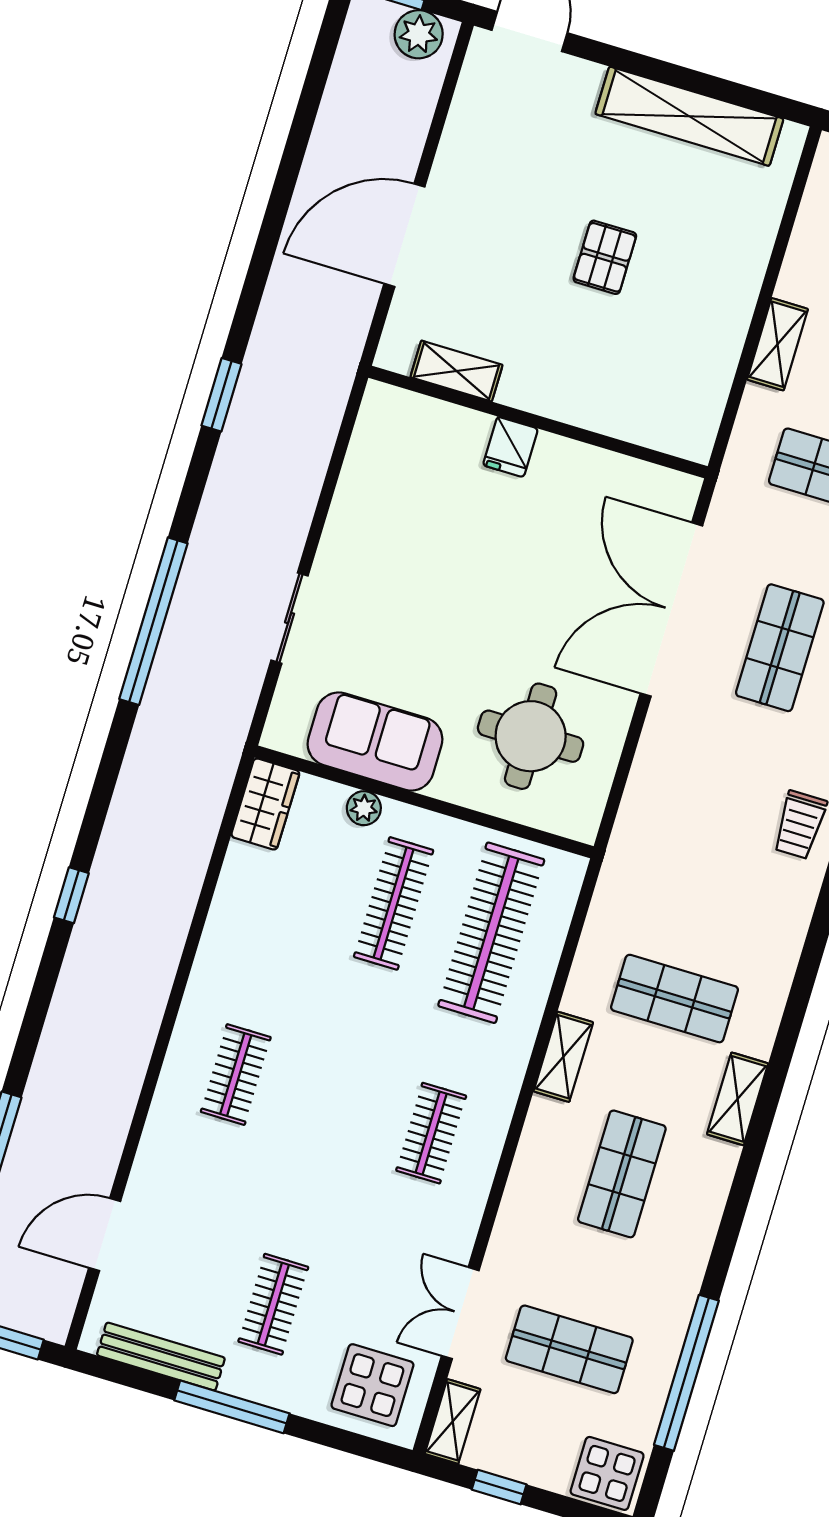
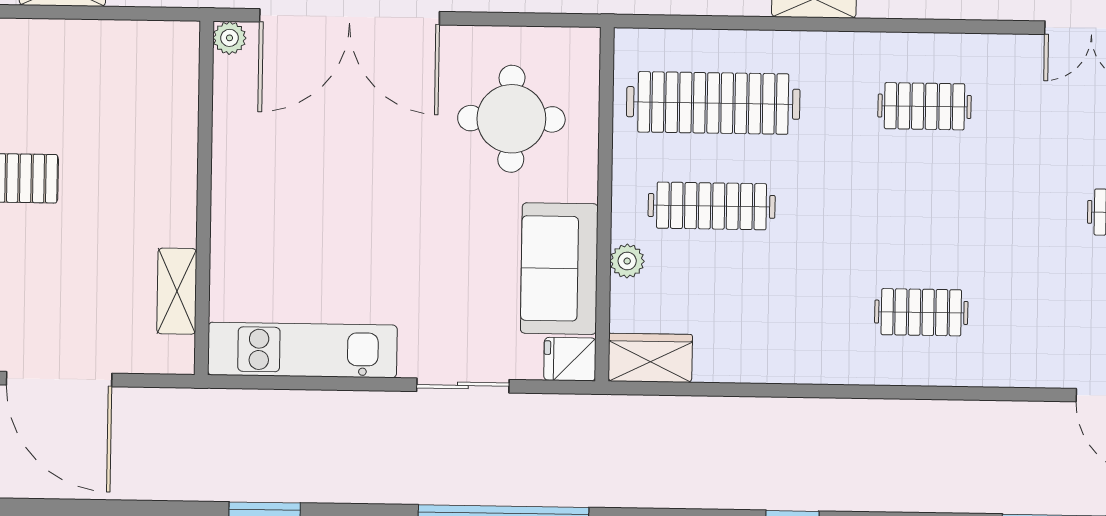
fridge: (510, 447) -> (570, 359), moved, turned 180
kitchen unit: (367, 475) -> (302, 350), added
plant: (684, 489) -> (229, 38), added

